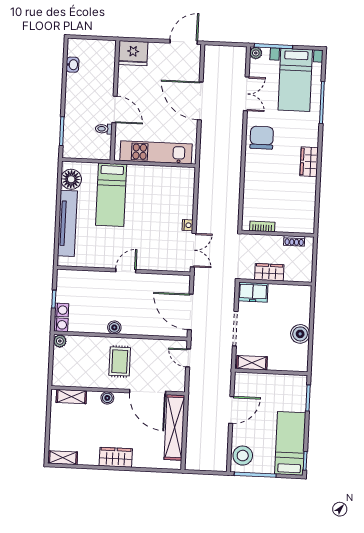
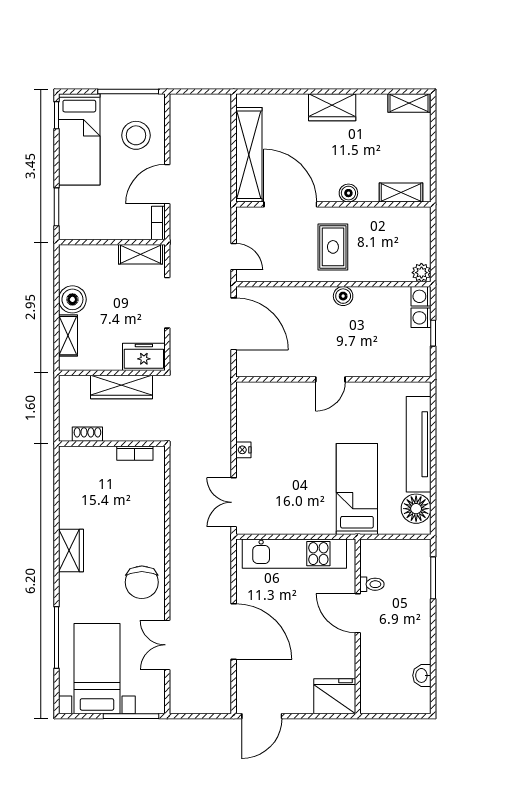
plant: (256, 53) -> (156, 705), removed
double door: (193, 250) -> (234, 502), moved
wardrobe: (269, 272) -> (122, 387), width x1.50
shelving: (304, 309) -> (68, 336), added
bookcase: (239, 384) -> (158, 223), added
stool: (243, 456) -> (136, 135), moved

